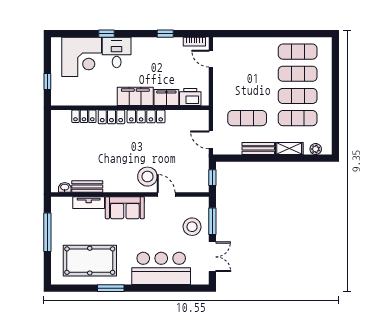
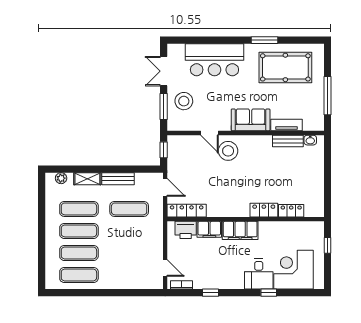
locker: (146, 116) -> (187, 211), moved

